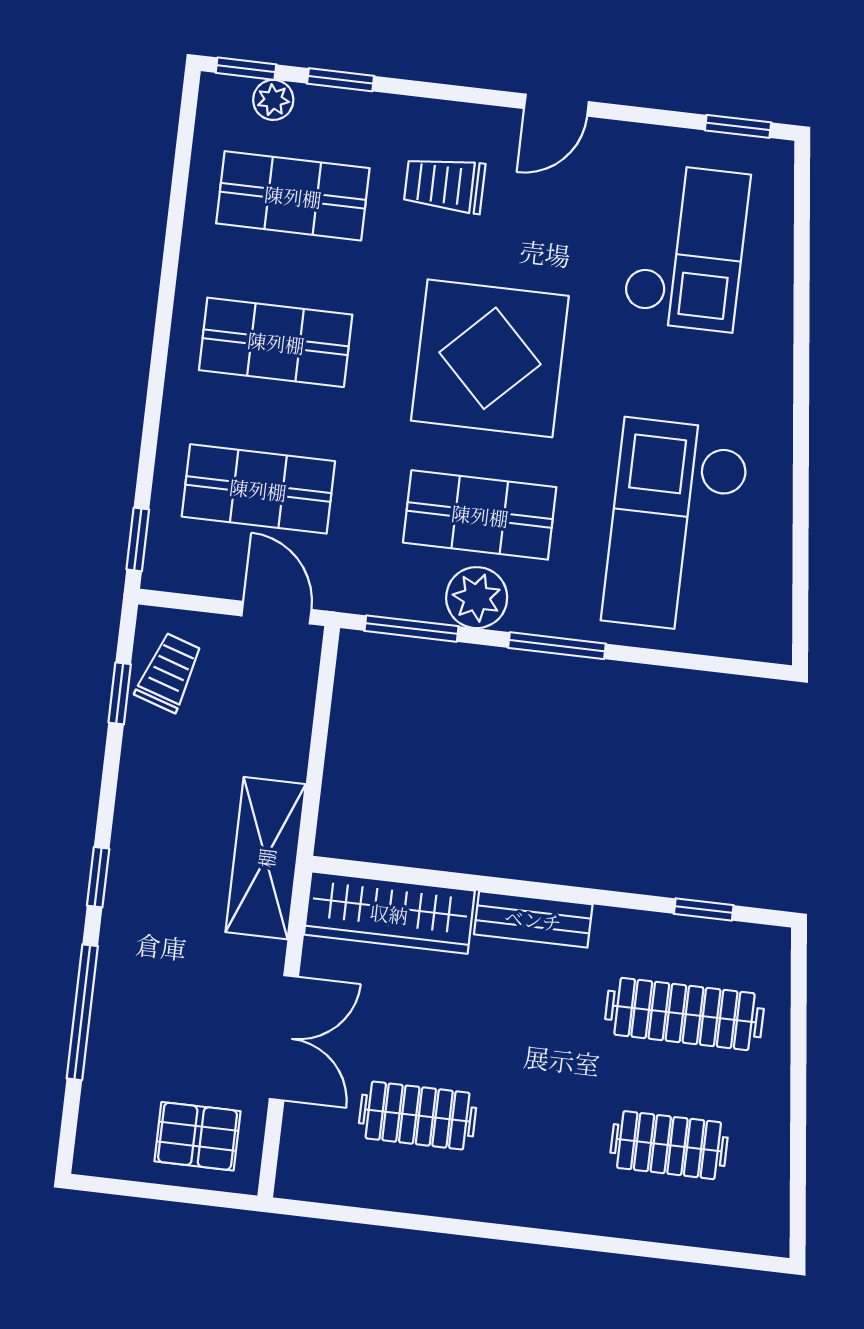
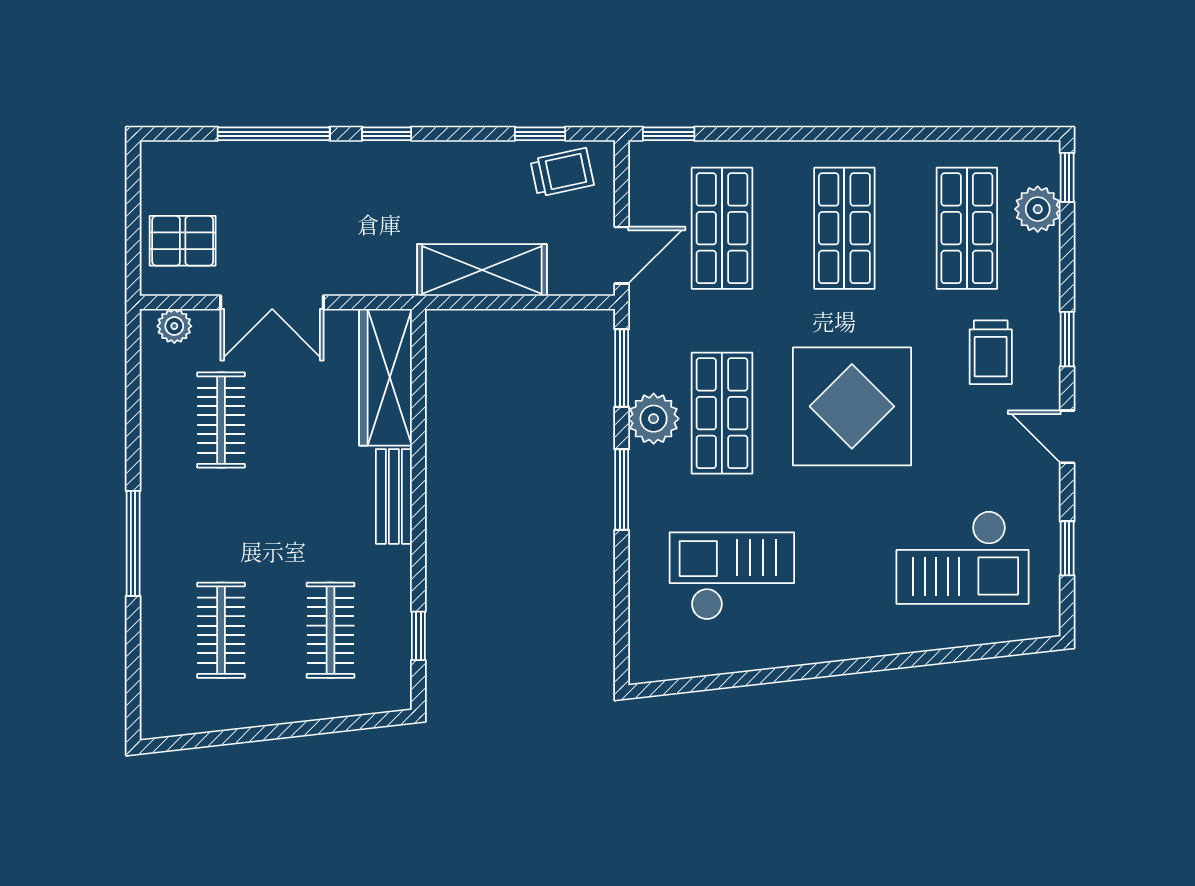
window: (341, 80) -> (1067, 339), moved
plant: (273, 100) -> (1038, 209), width x1.38, depth x1.38
window: (738, 126) -> (1067, 548), moved
trolley: (445, 185) -> (991, 352), turned 180
checkout: (676, 526) -> (732, 576), width x0.73, depth x0.83
trolley: (169, 672) -> (562, 172), turned -30
shelving: (266, 858) -> (482, 270), moved
clothes rail: (684, 1014) -> (330, 630), width x0.73
pallet: (198, 1136) -> (183, 241), turned 90
plant: (298, 1158) -> (174, 326), added
window: (553, 1238) -> (133, 543), added

